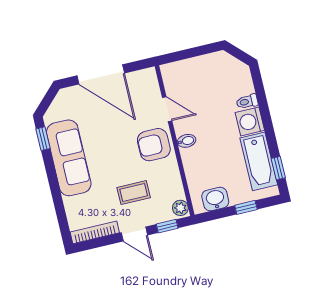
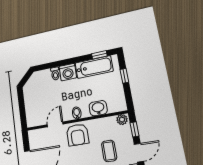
washbasin: (215, 199) -> (98, 108), moved, turned 90

